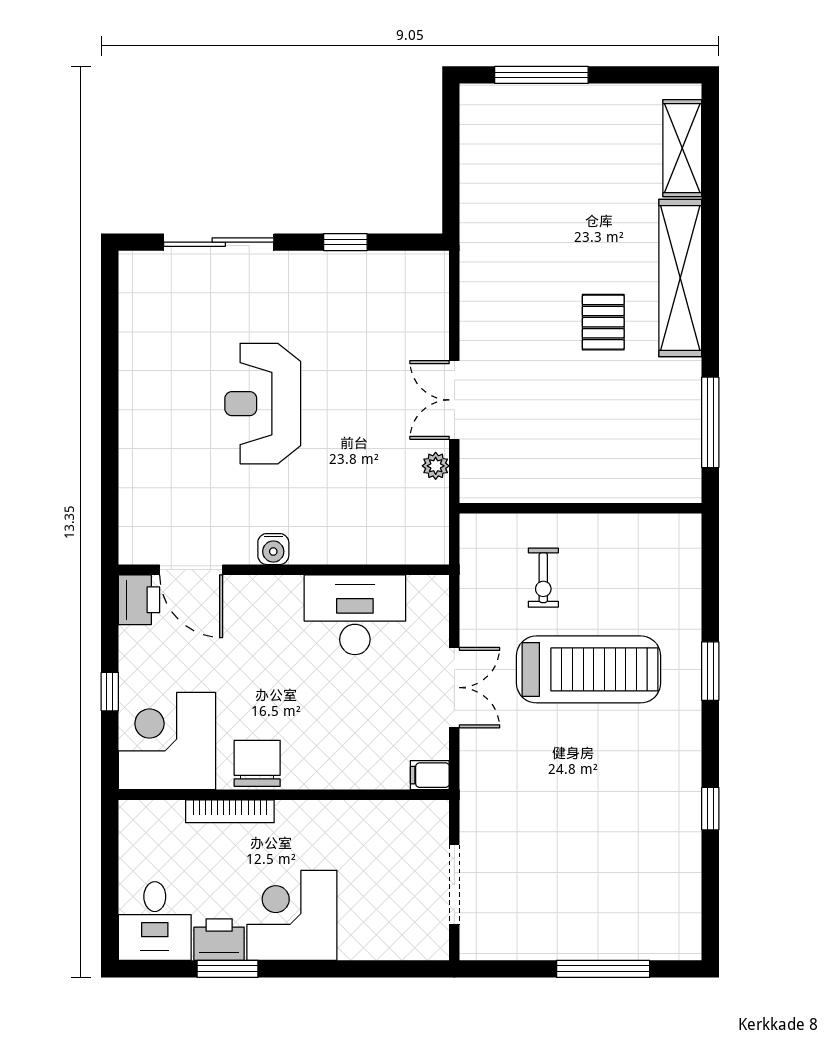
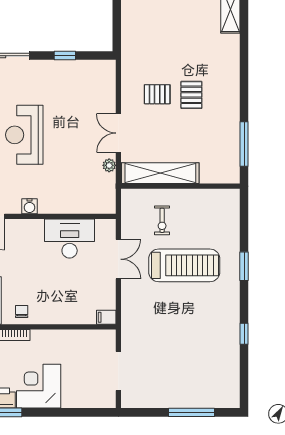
shelving: (680, 278) -> (160, 173), moved, turned 90
pallet: (533, 321) -> (157, 94), added
double door: (454, 688) -> (118, 259), moved
chair: (257, 763) -> (22, 311), width x0.54, depth x0.54

